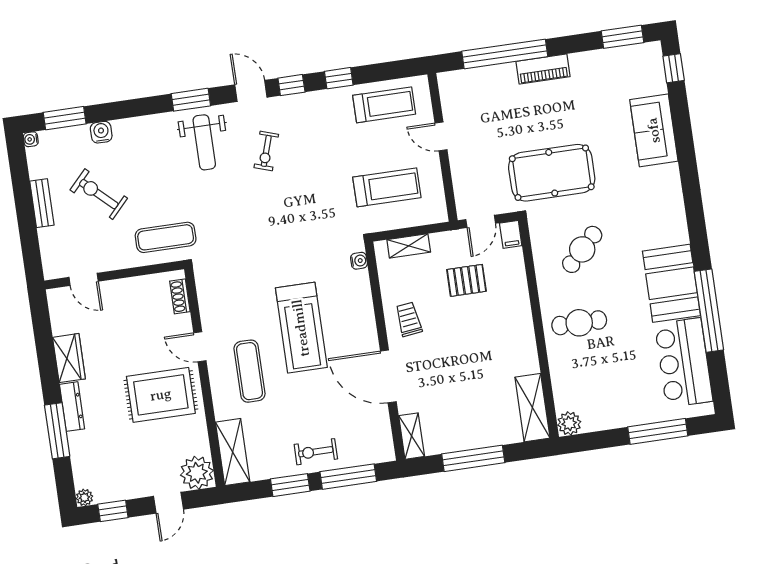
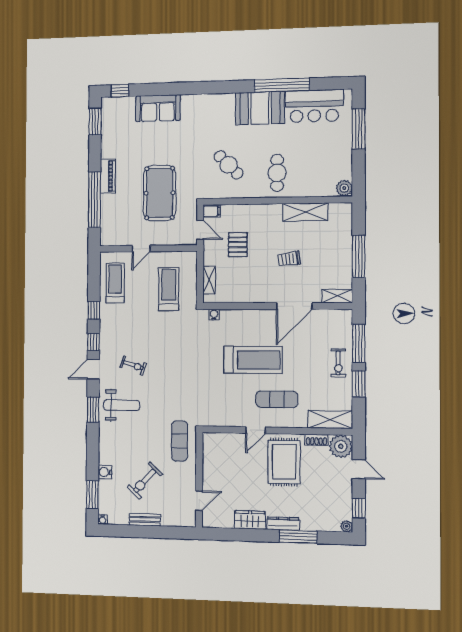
pool table: (552, 173) -> (160, 193), moved
shoe rack: (180, 296) -> (317, 440), moved
trolley: (409, 319) -> (289, 259), moved
shelving: (532, 408) -> (305, 212), moved

